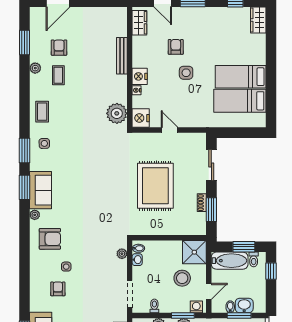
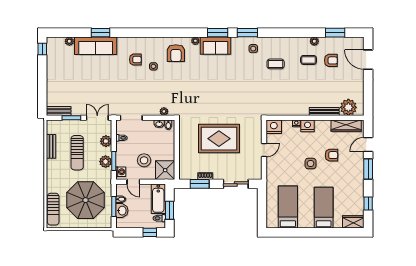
wardrobe: (139, 23) -> (346, 126), width x1.50
bed: (241, 77) -> (324, 208), moved
coffee table: (42, 112) -> (276, 64), moved
plant: (117, 113) -> (348, 107), moved

